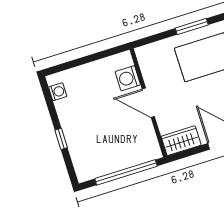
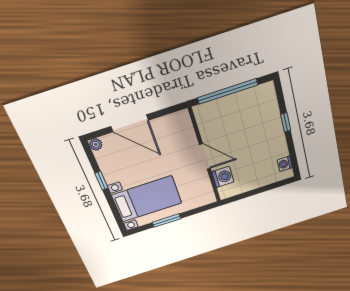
wardrobe: (181, 141) -> (174, 123), removed

